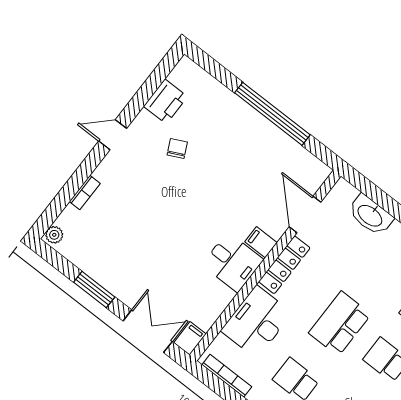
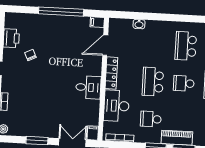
door: (305, 214) -> (105, 45), hinge flipped
washbasin: (370, 215) -> (139, 24), width x0.52, depth x0.69
filing cabinet: (261, 242) -> (97, 22), moved

